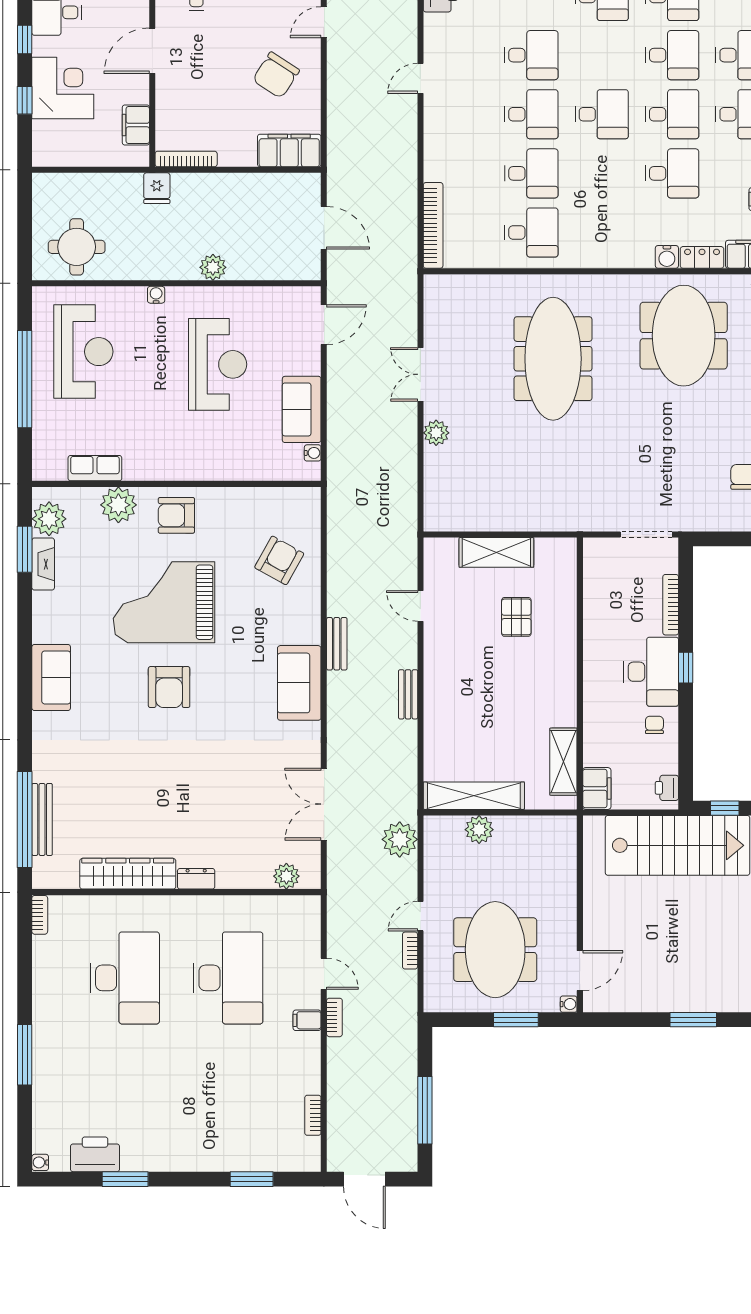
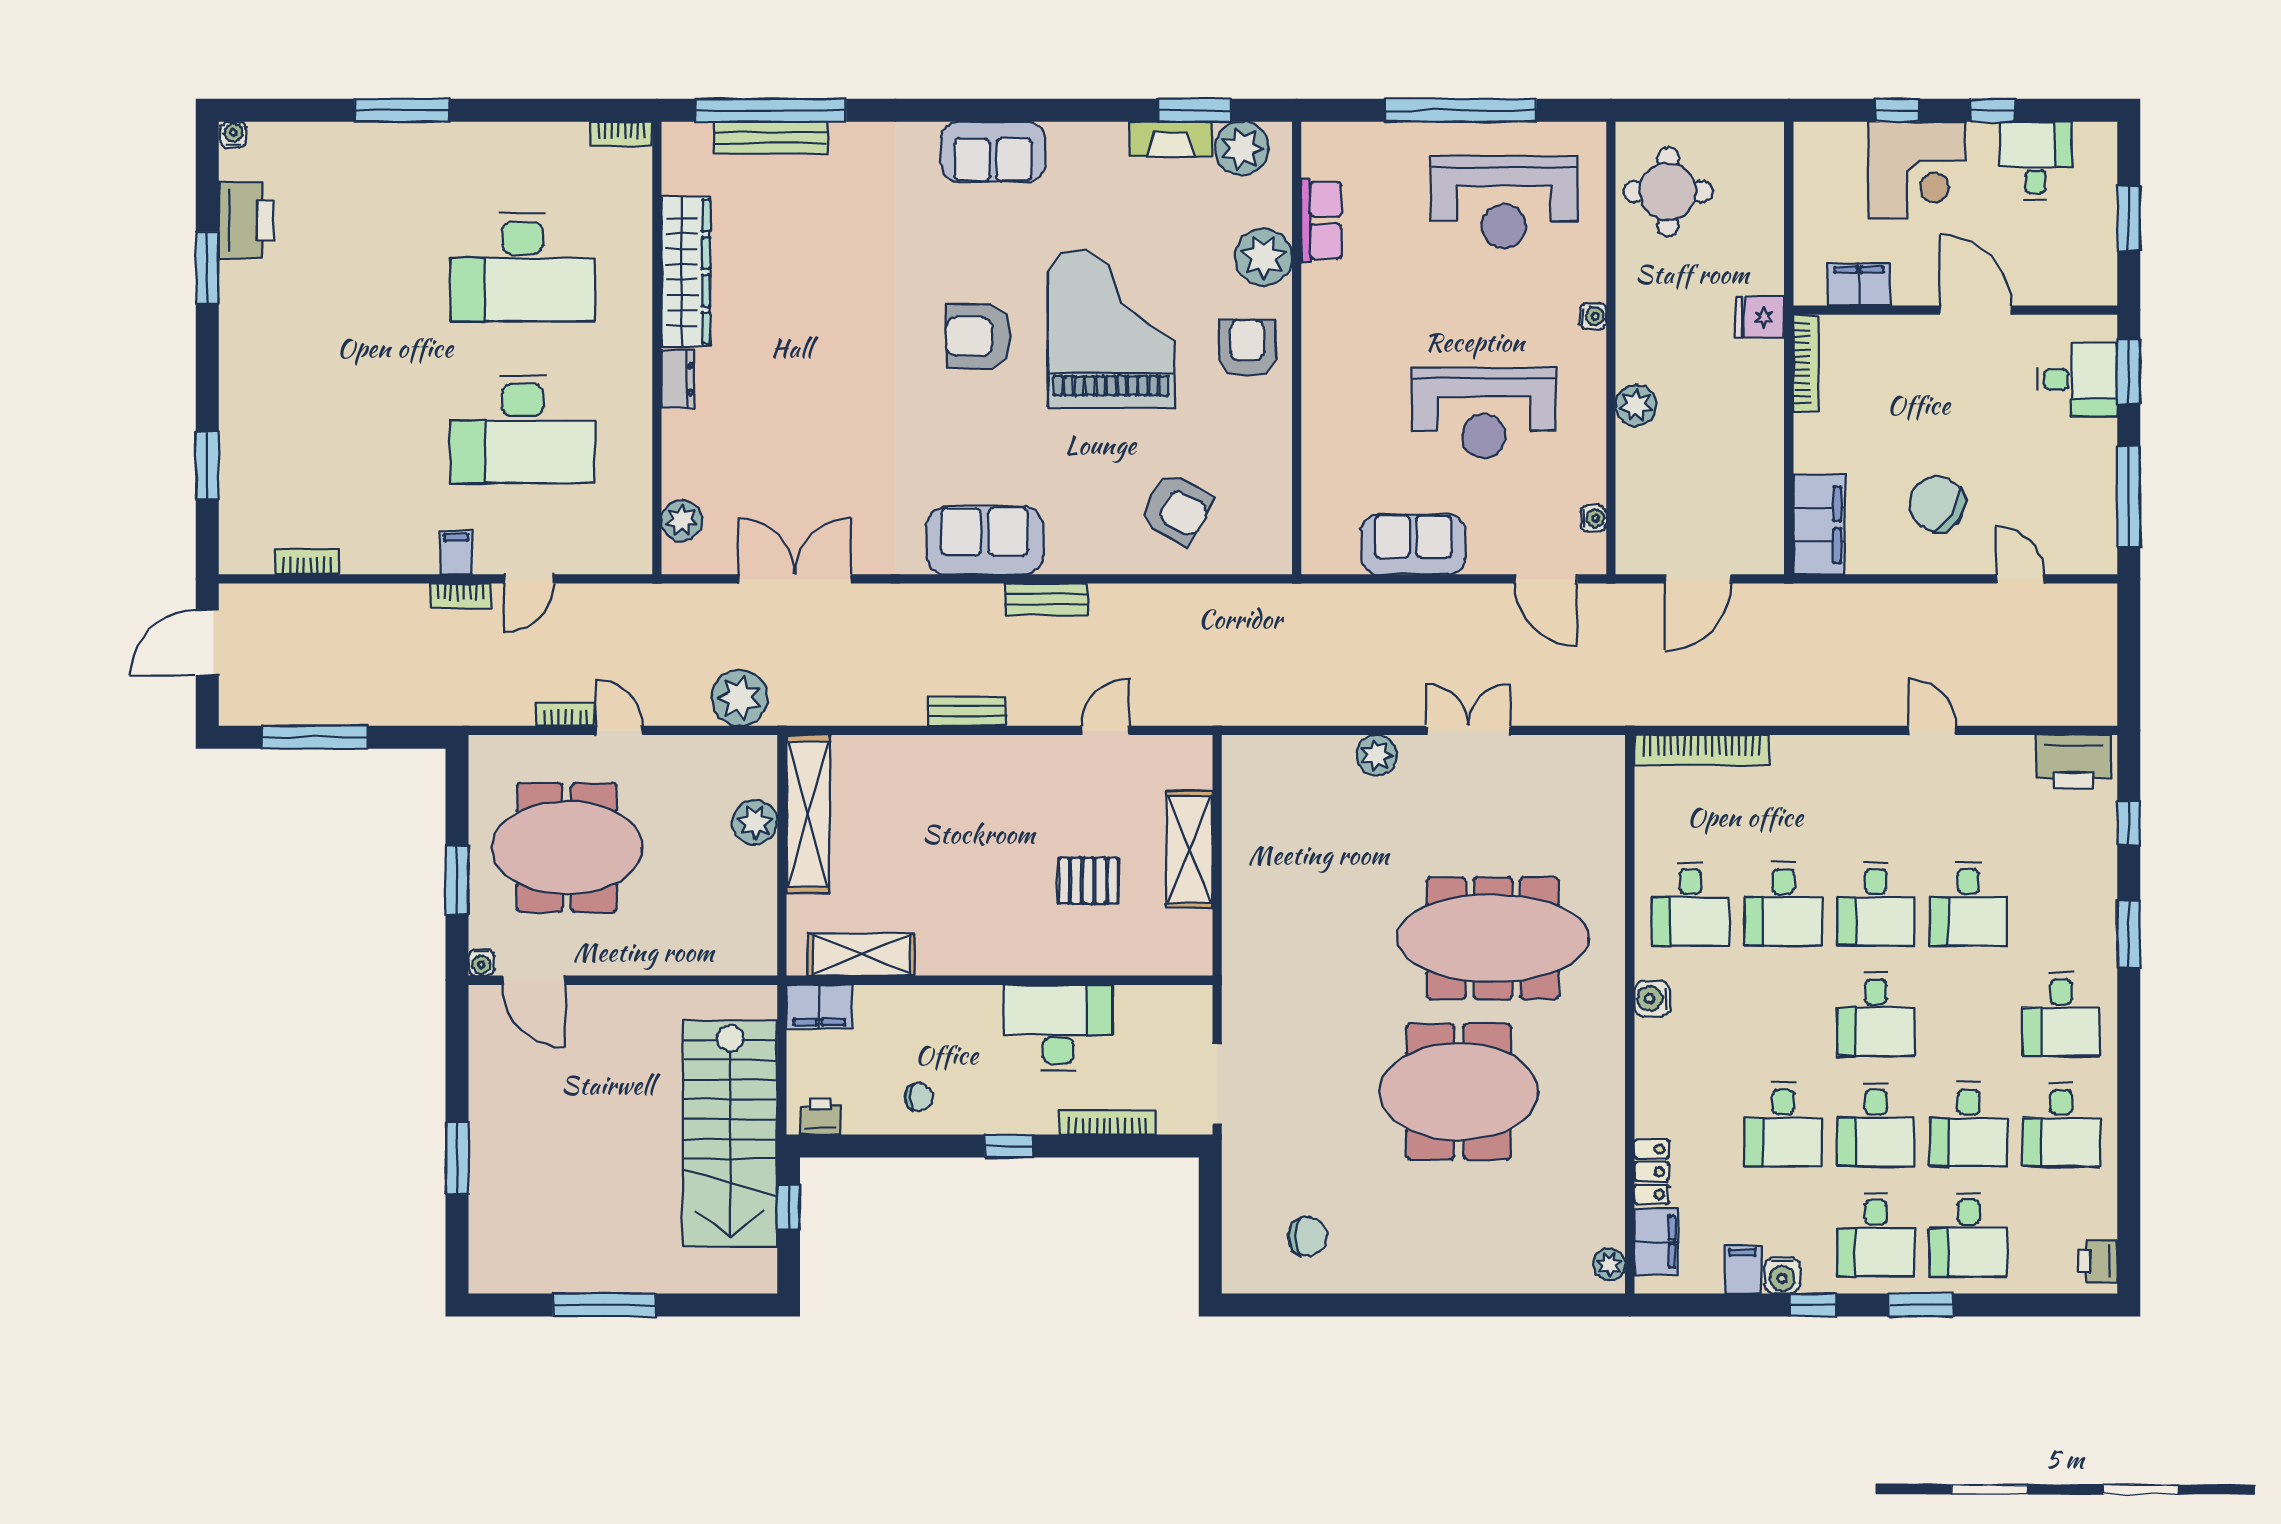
water cooler: (667, 257) -> (1652, 999), moved
meeting table: (684, 336) -> (1459, 1092), moved
water cooler: (313, 453) -> (1593, 518), moved, turned -90
desk: (651, 672) -> (1058, 1027), moved, turned 180

